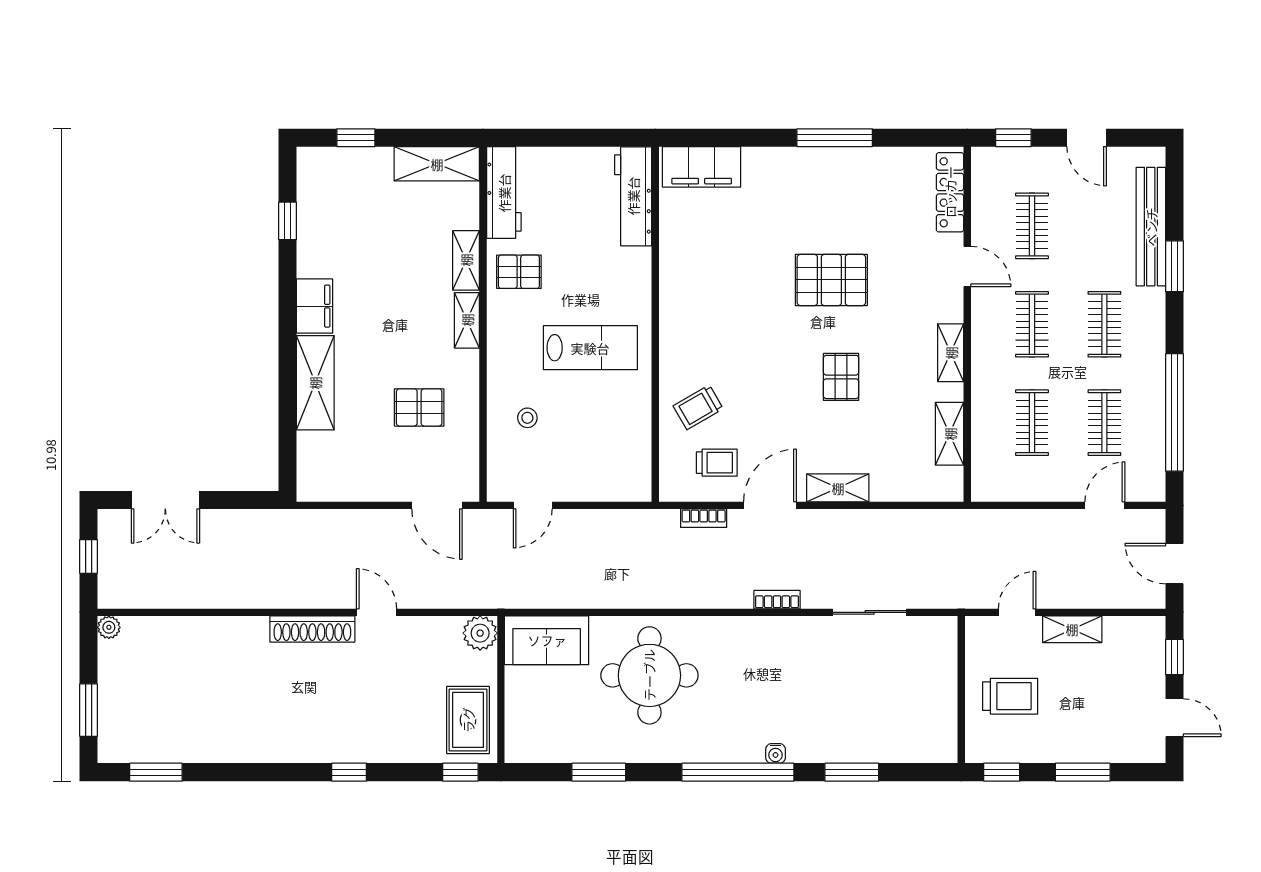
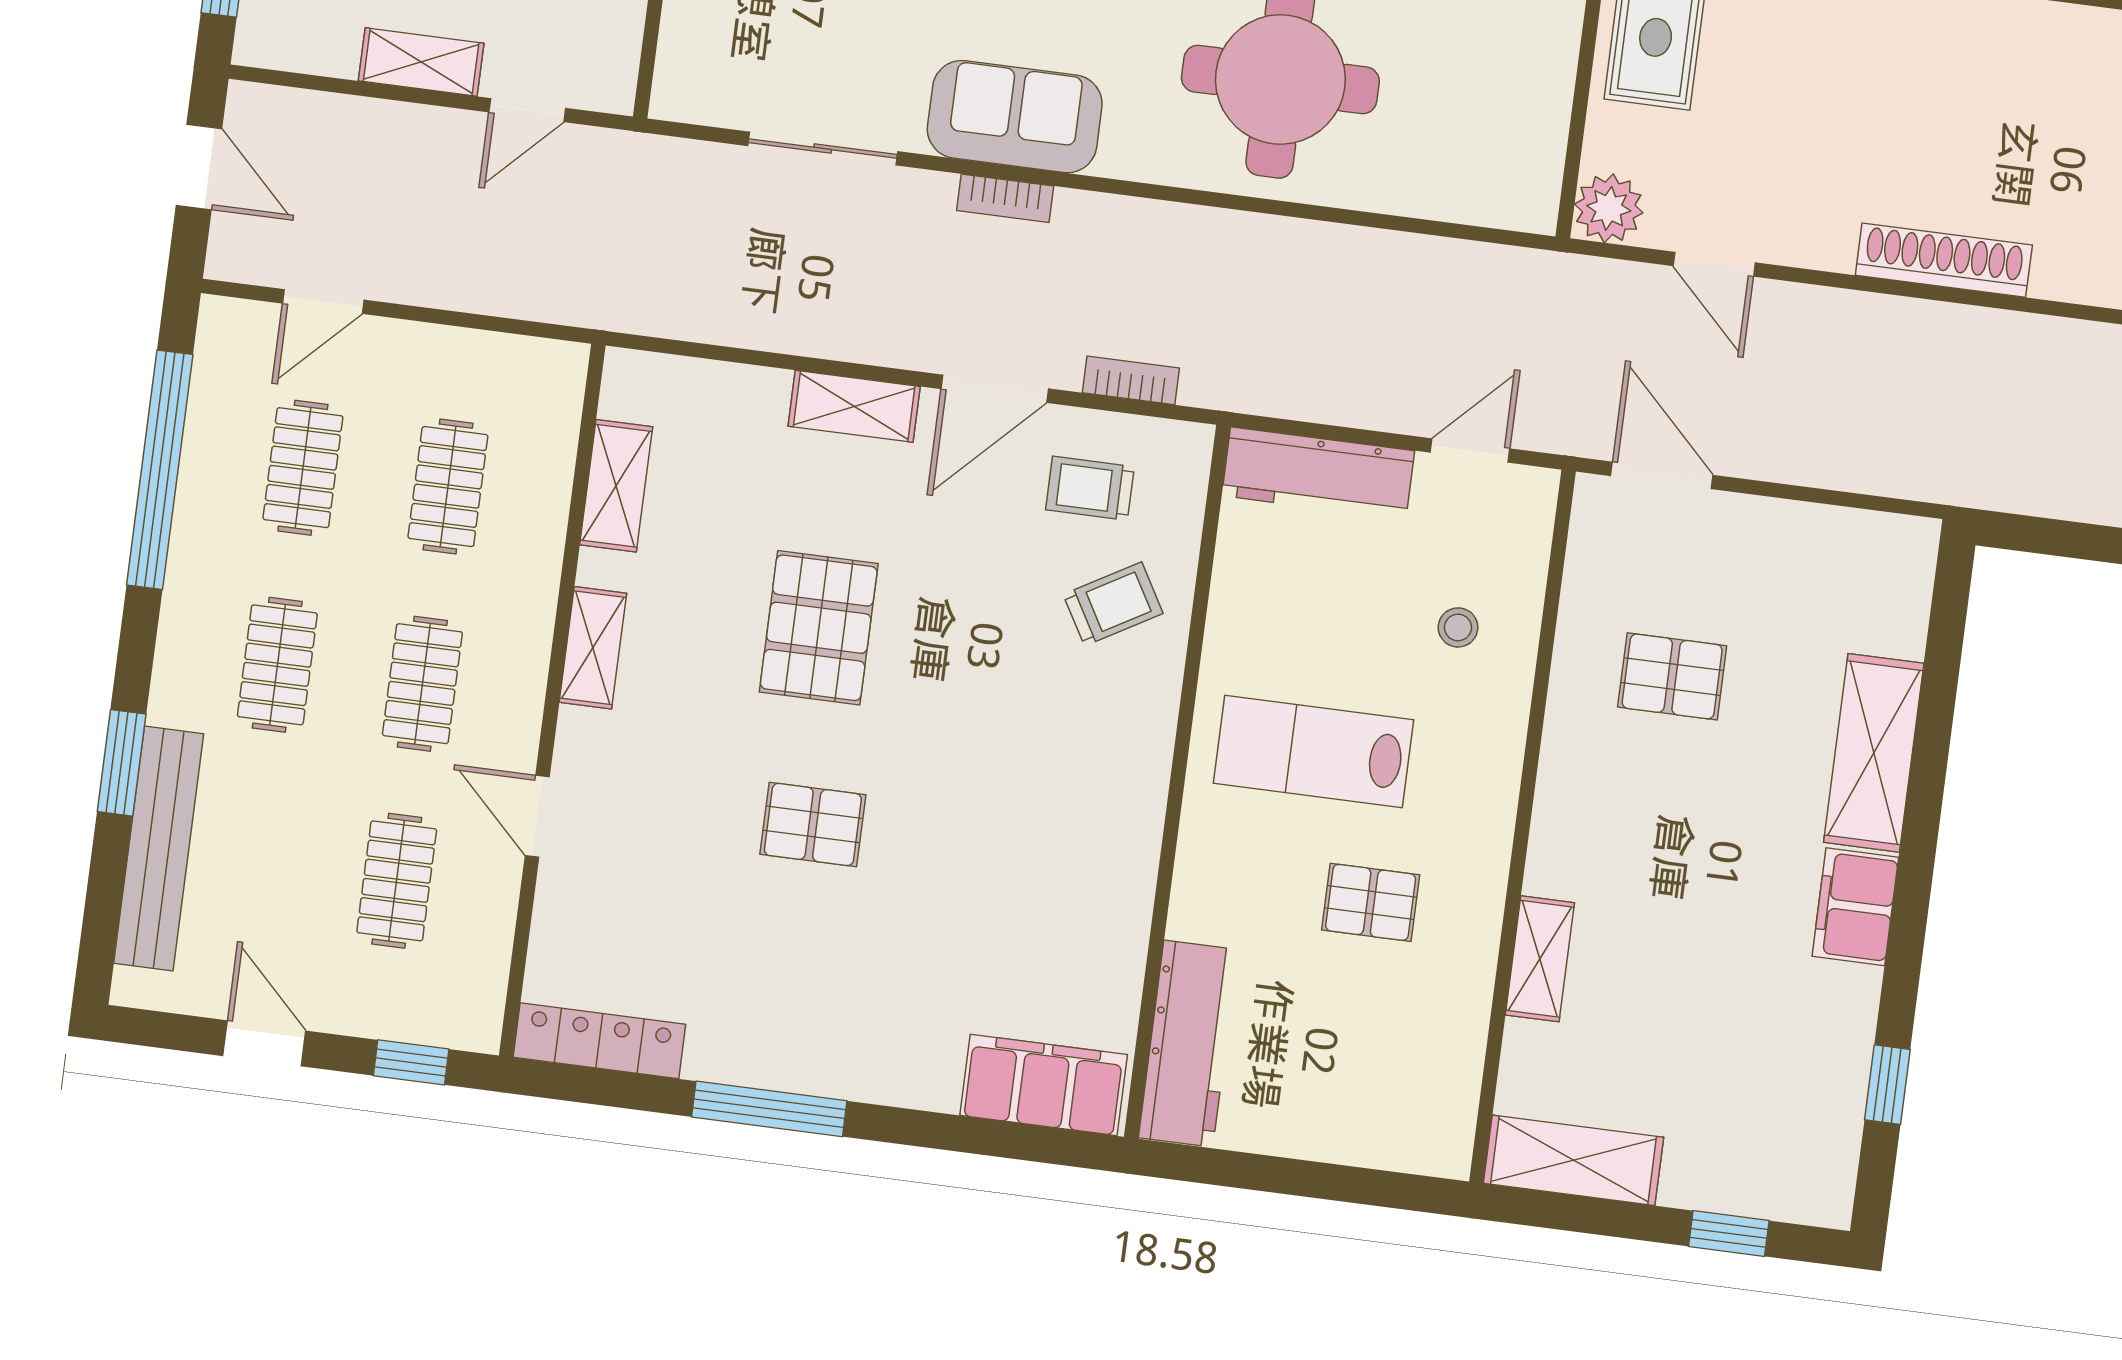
locker: (950, 192) -> (599, 1041), moved, turned -90
workbench: (504, 193) -> (1318, 473), moved, turned -90
pallet: (519, 272) -> (1371, 902), moved
pallet: (831, 280) -> (813, 825), width x0.67, depth x0.71
shelving: (467, 320) -> (1554, 839), removed
pallet: (841, 377) -> (819, 628), width x1.50, depth x1.42
door: (377, 612) -> (1714, 264), moved
sofa: (547, 640) -> (1015, 117), moved

